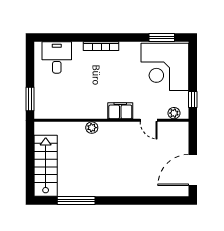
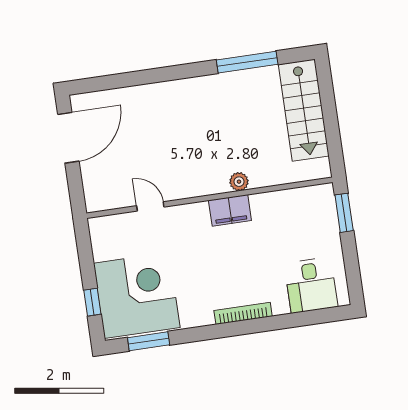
window: (193, 99) -> (92, 302), moved
filing cabinet: (120, 111) -> (230, 210), moved
plant: (174, 113) -> (112, 224), removed

